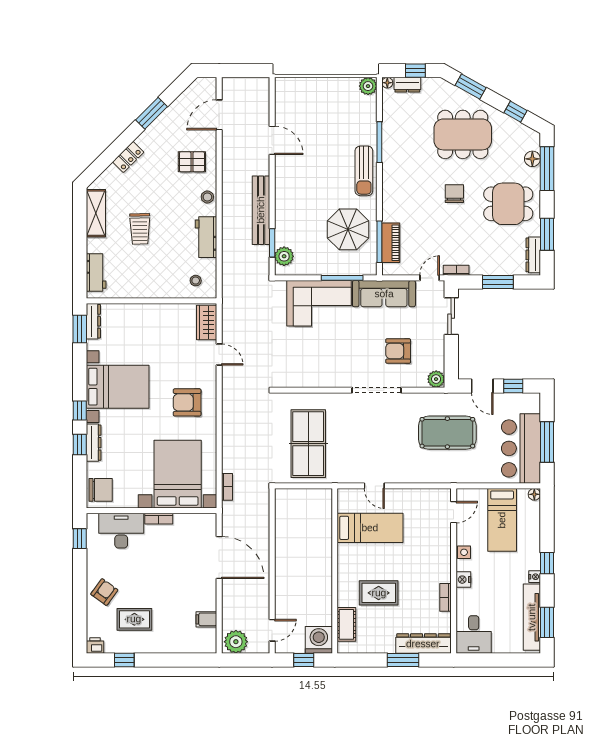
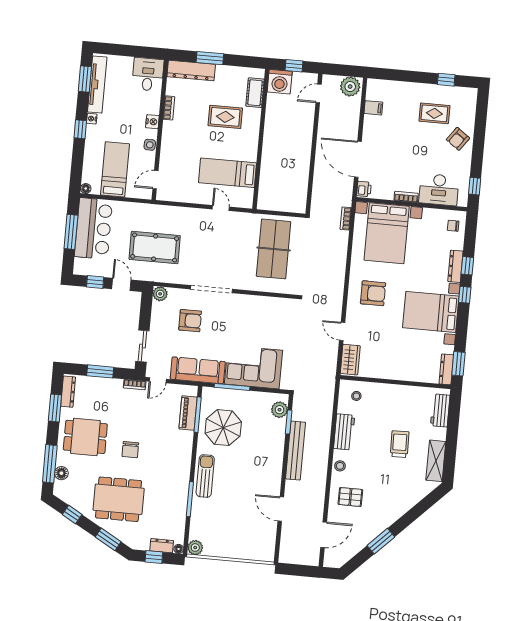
locker: (128, 157) -> (404, 506), removed
chair: (101, 490) -> (453, 226), width x0.54, depth x0.54
printer: (95, 646) -> (364, 189), moved, turned -90

